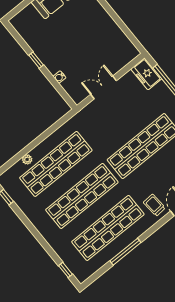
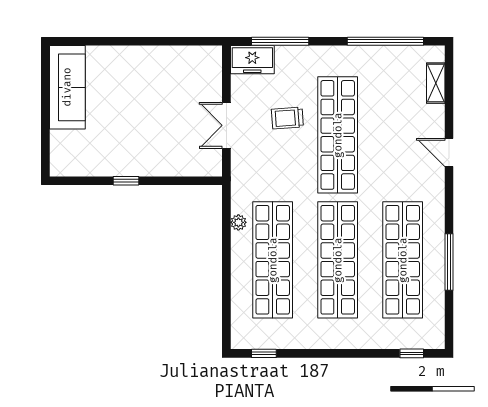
water cooler: (59, 77) -> (170, 169), removed
plant: (27, 159) -> (238, 222), moved
trolley: (154, 205) -> (287, 118), moved

